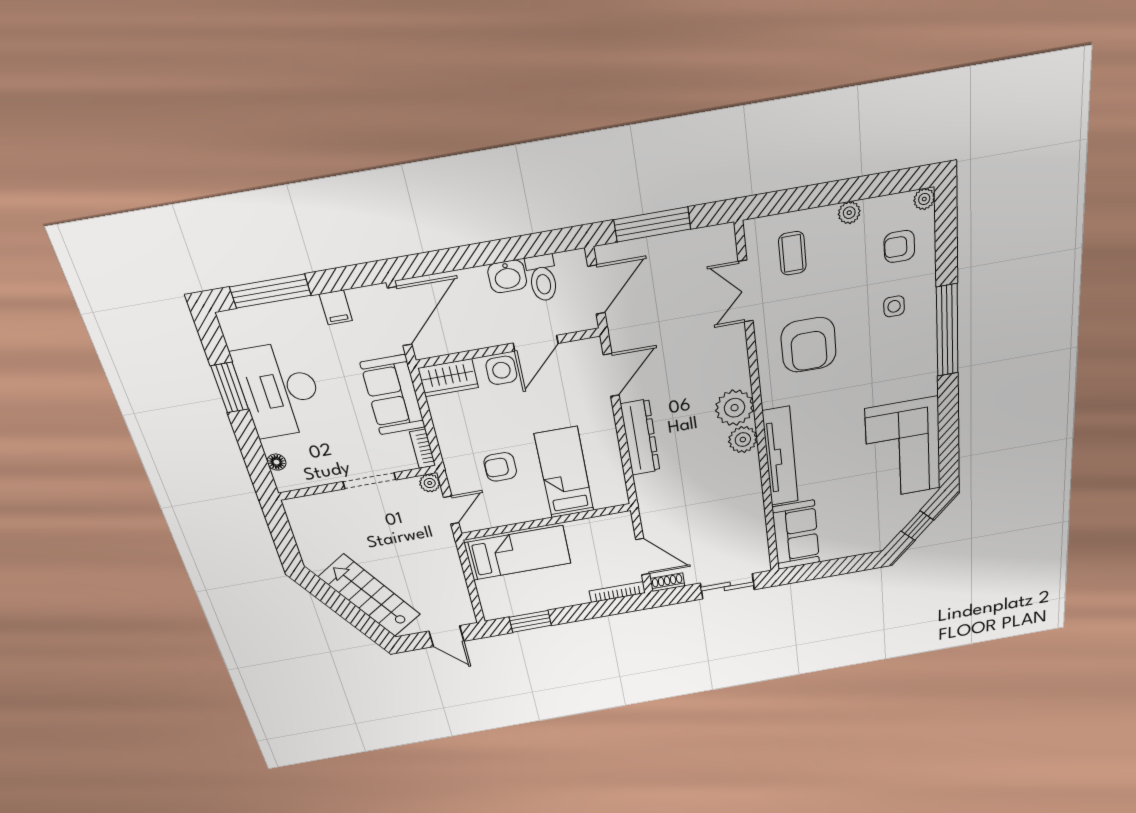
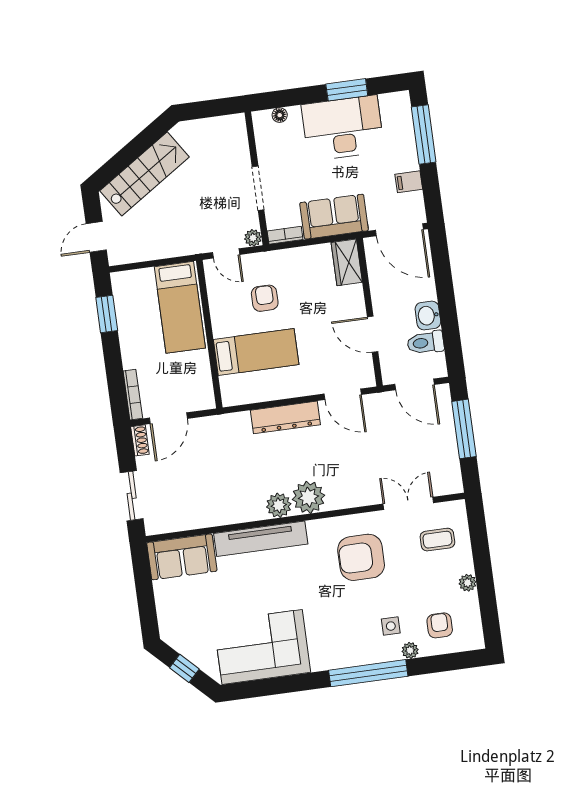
plant: (924, 199) -> (410, 650), moved
side table: (501, 370) -> (351, 305), removed

